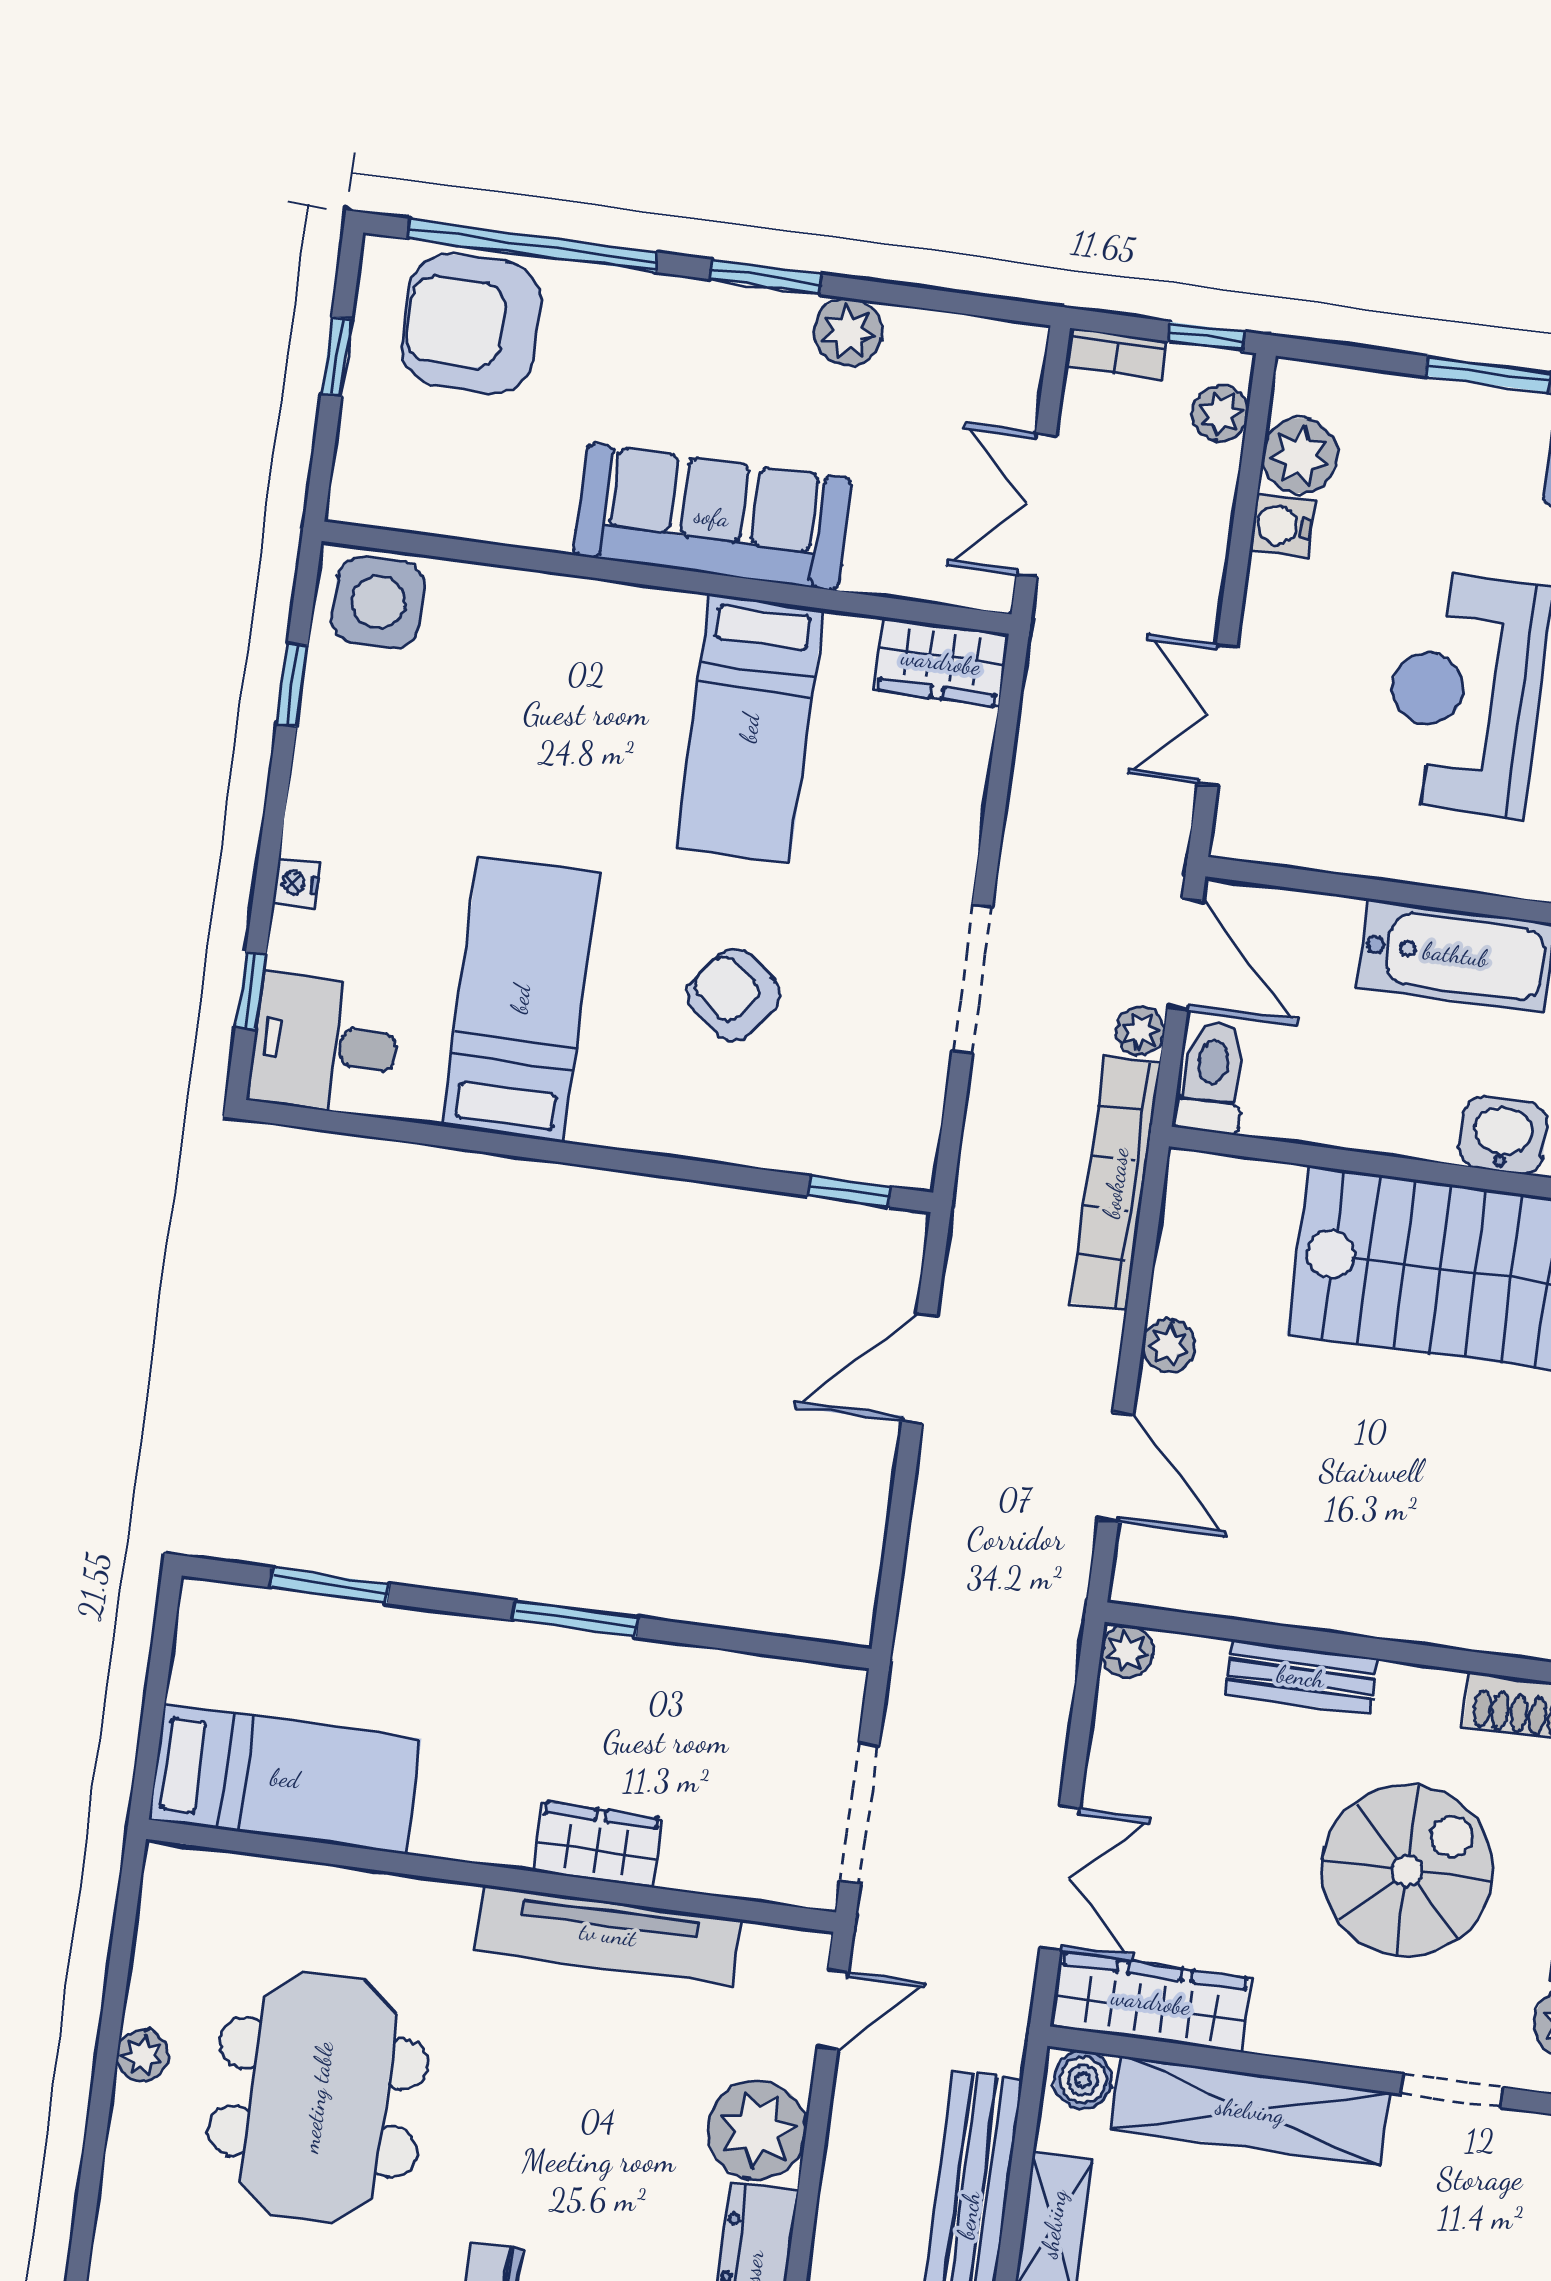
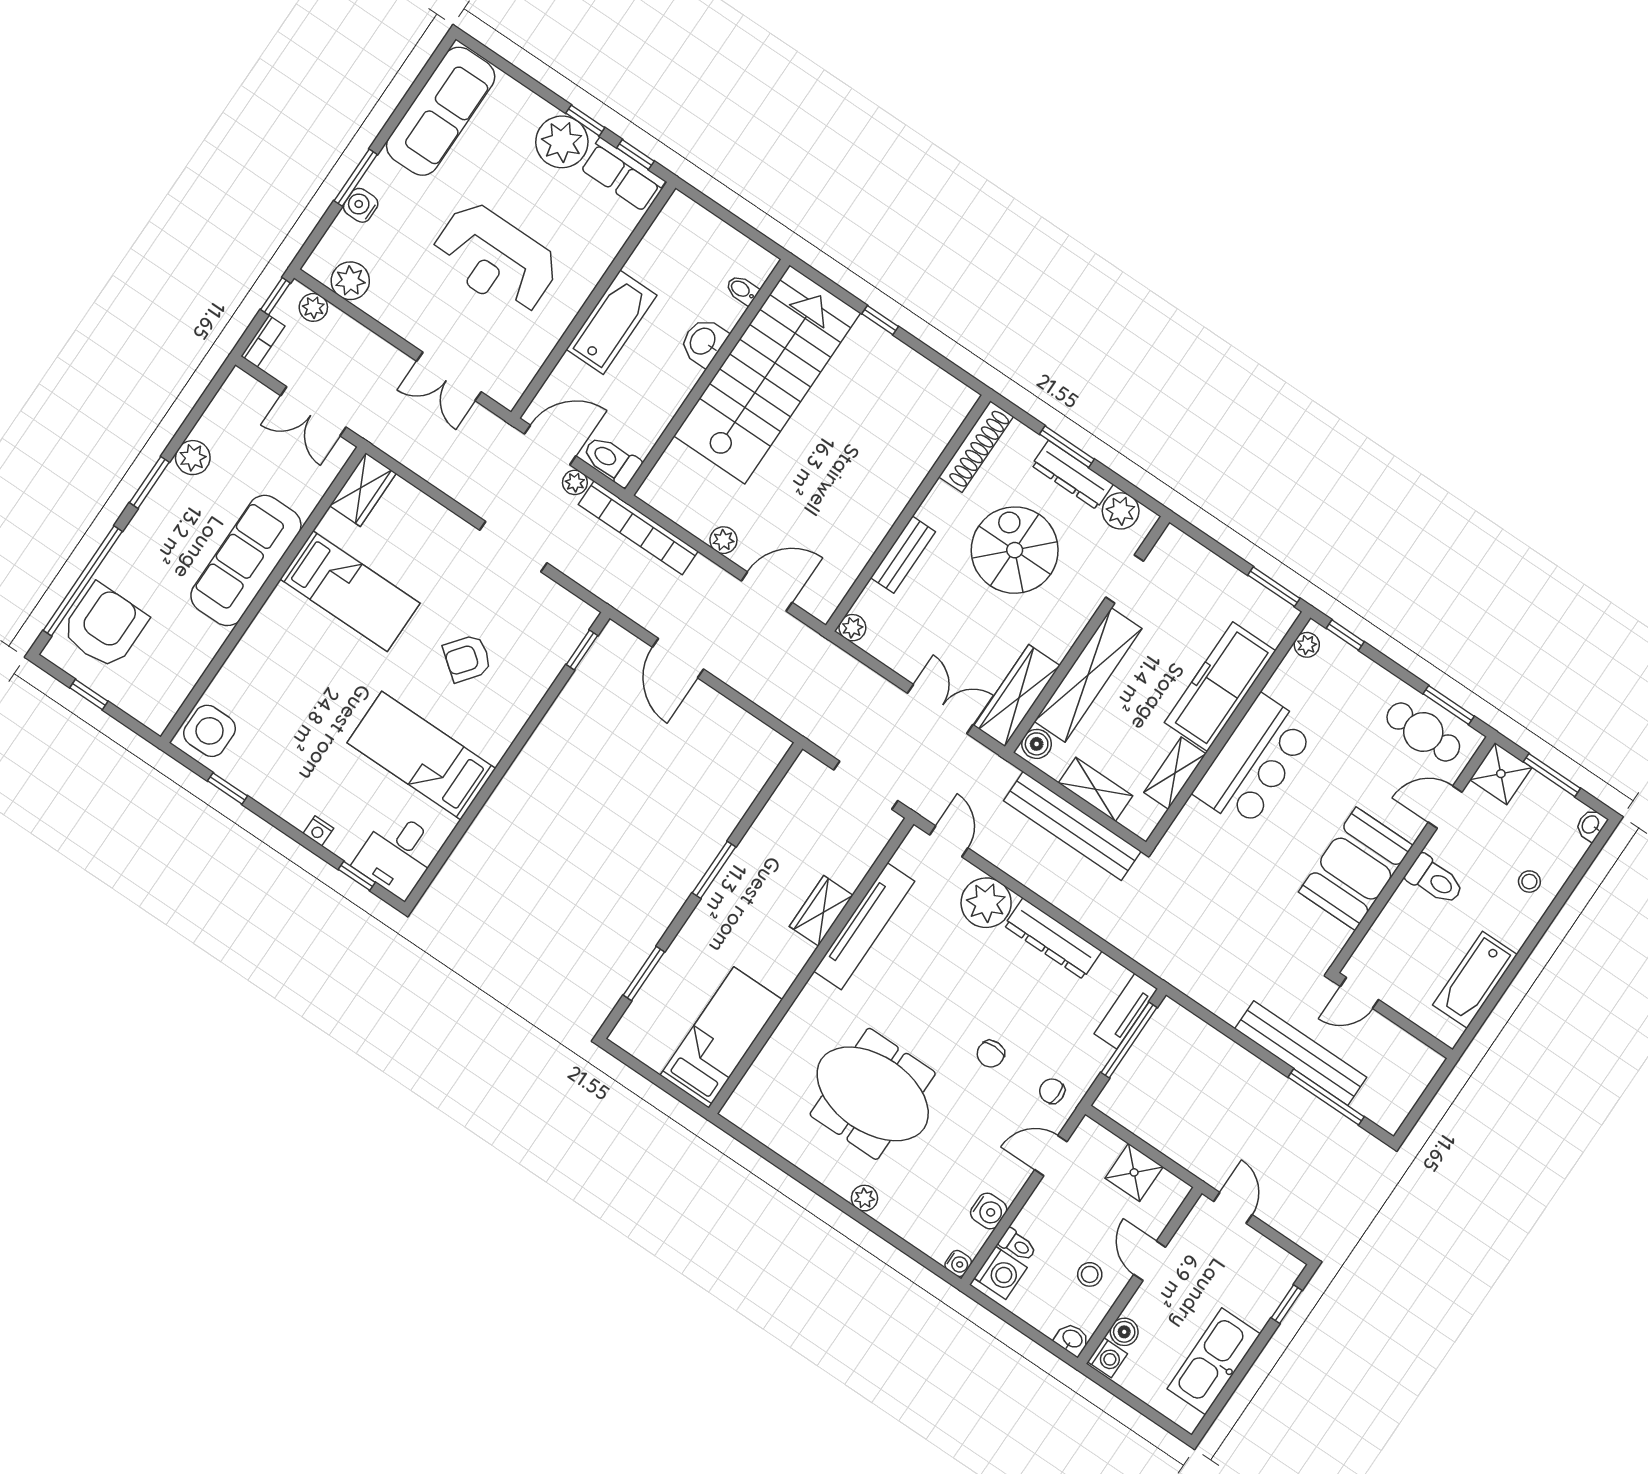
armchair: (471, 324) -> (104, 626), turned 180
water cooler: (1282, 526) -> (361, 205), moved, turned 90
plant: (142, 2055) -> (864, 1198), moved

